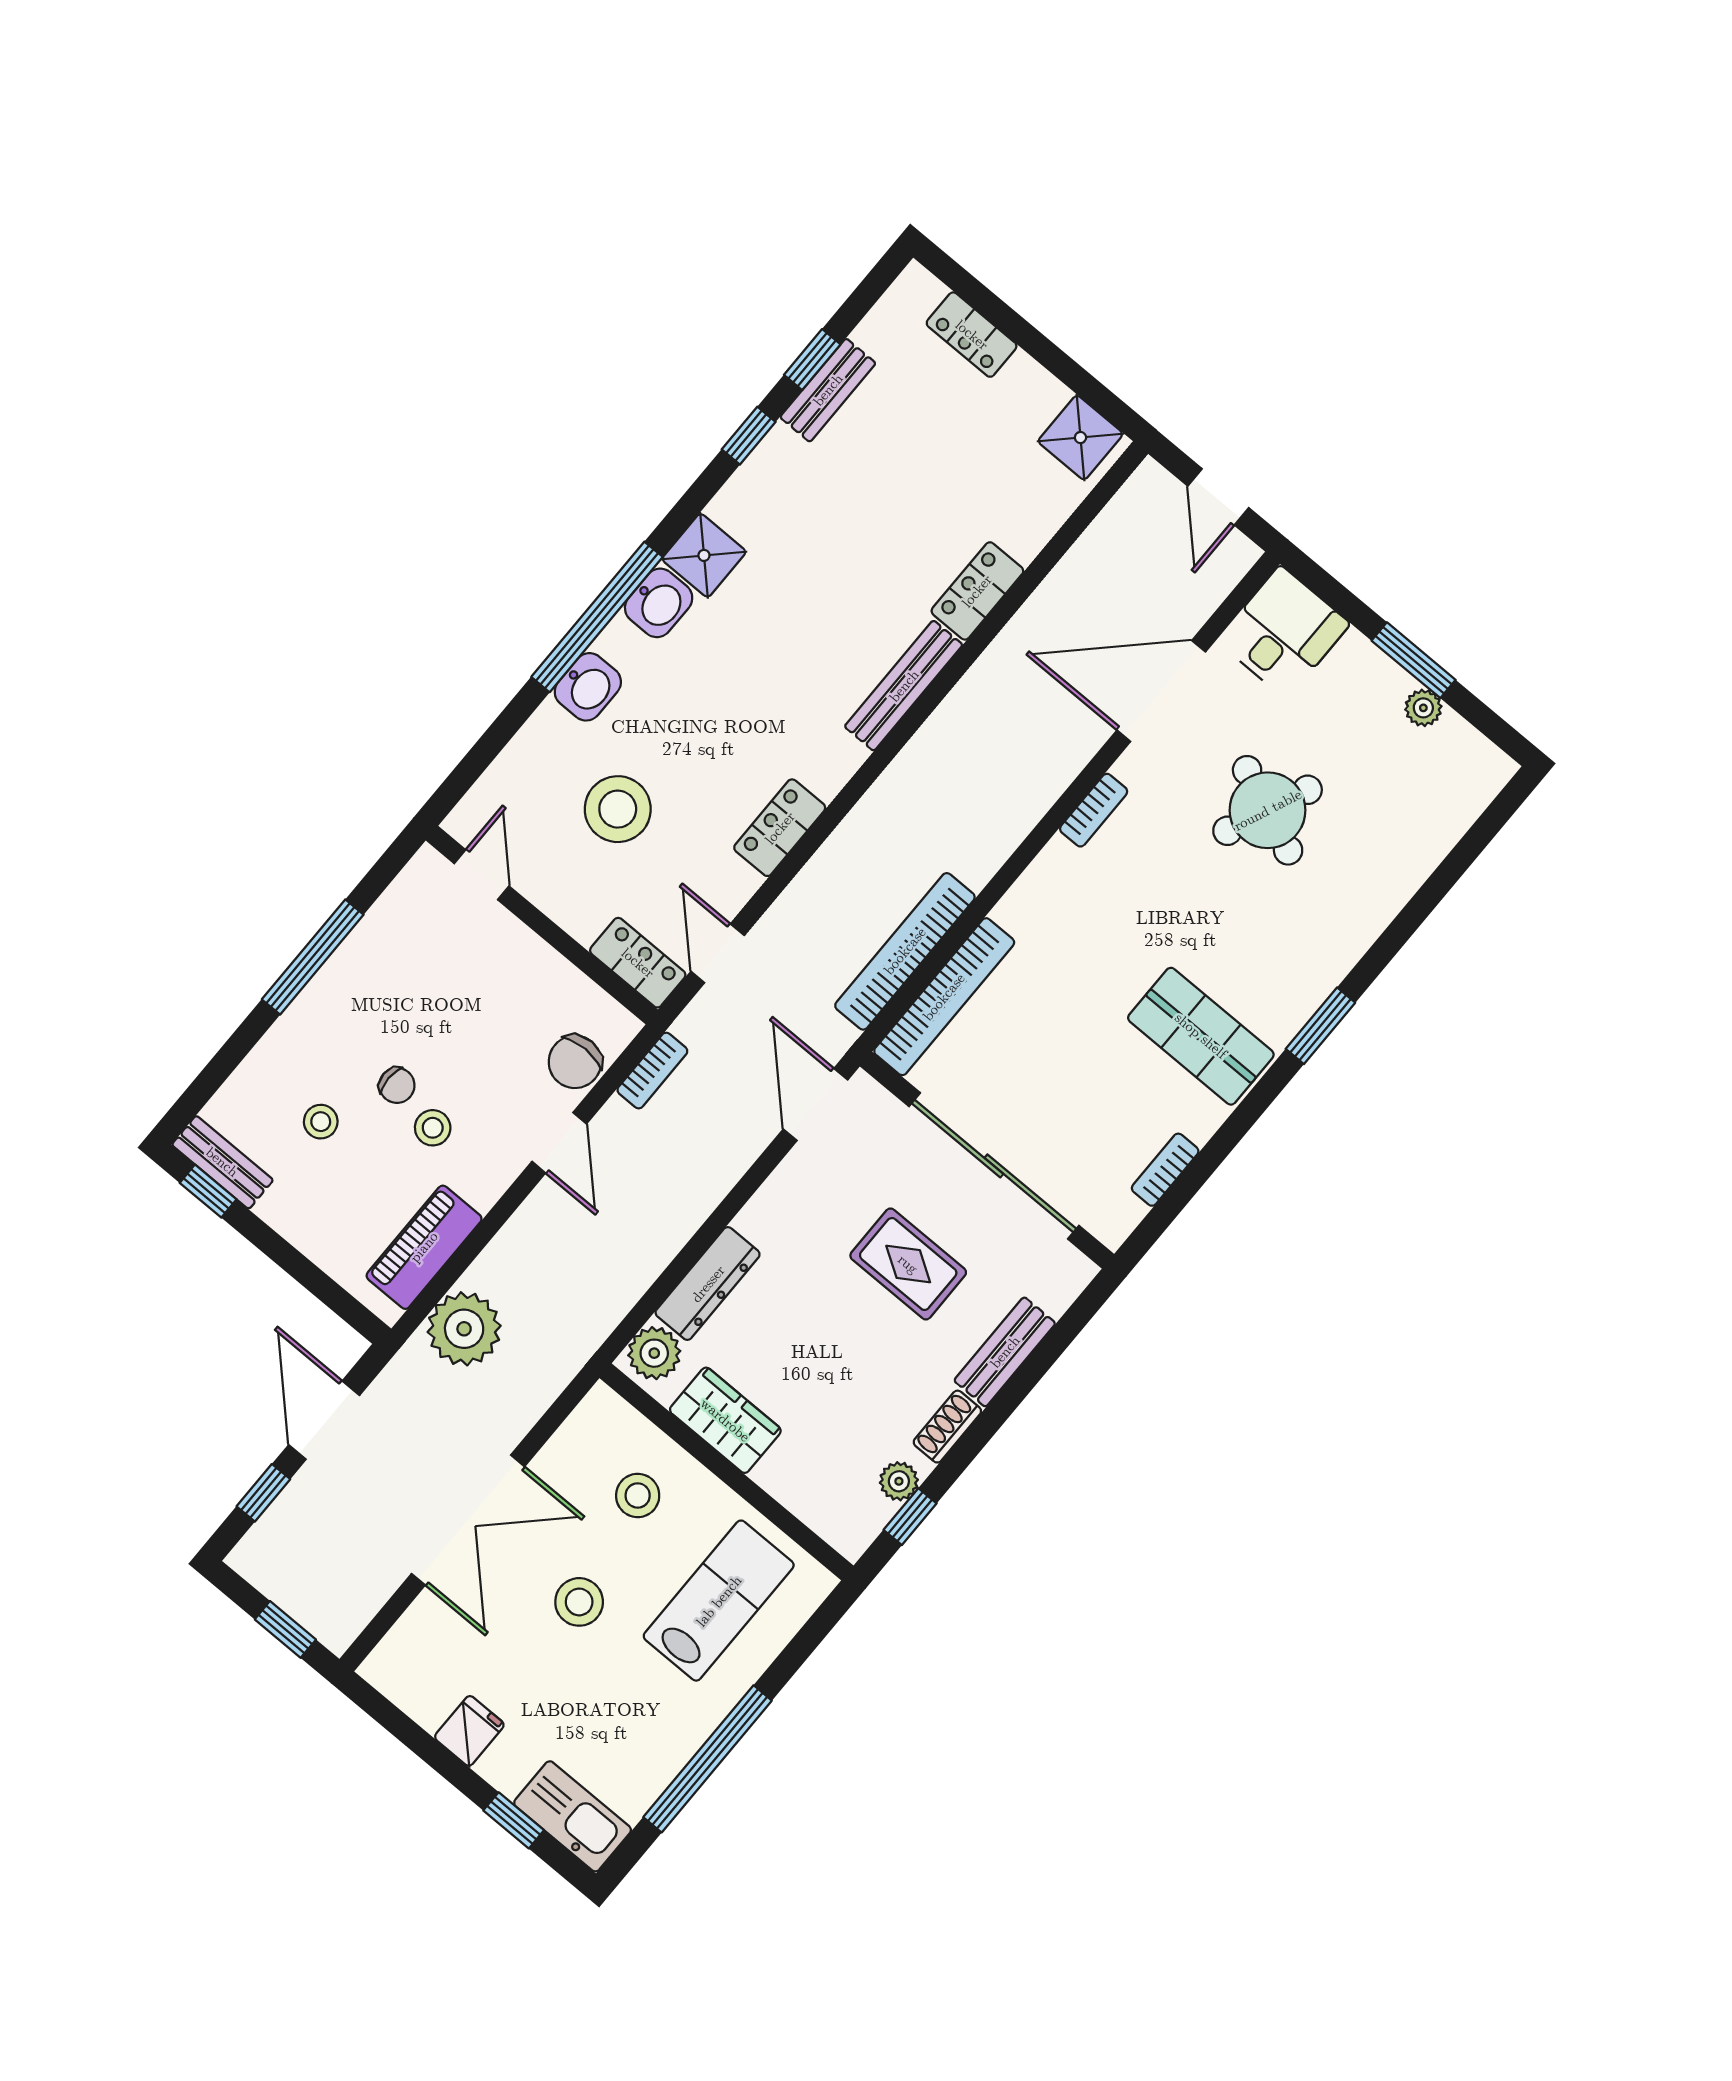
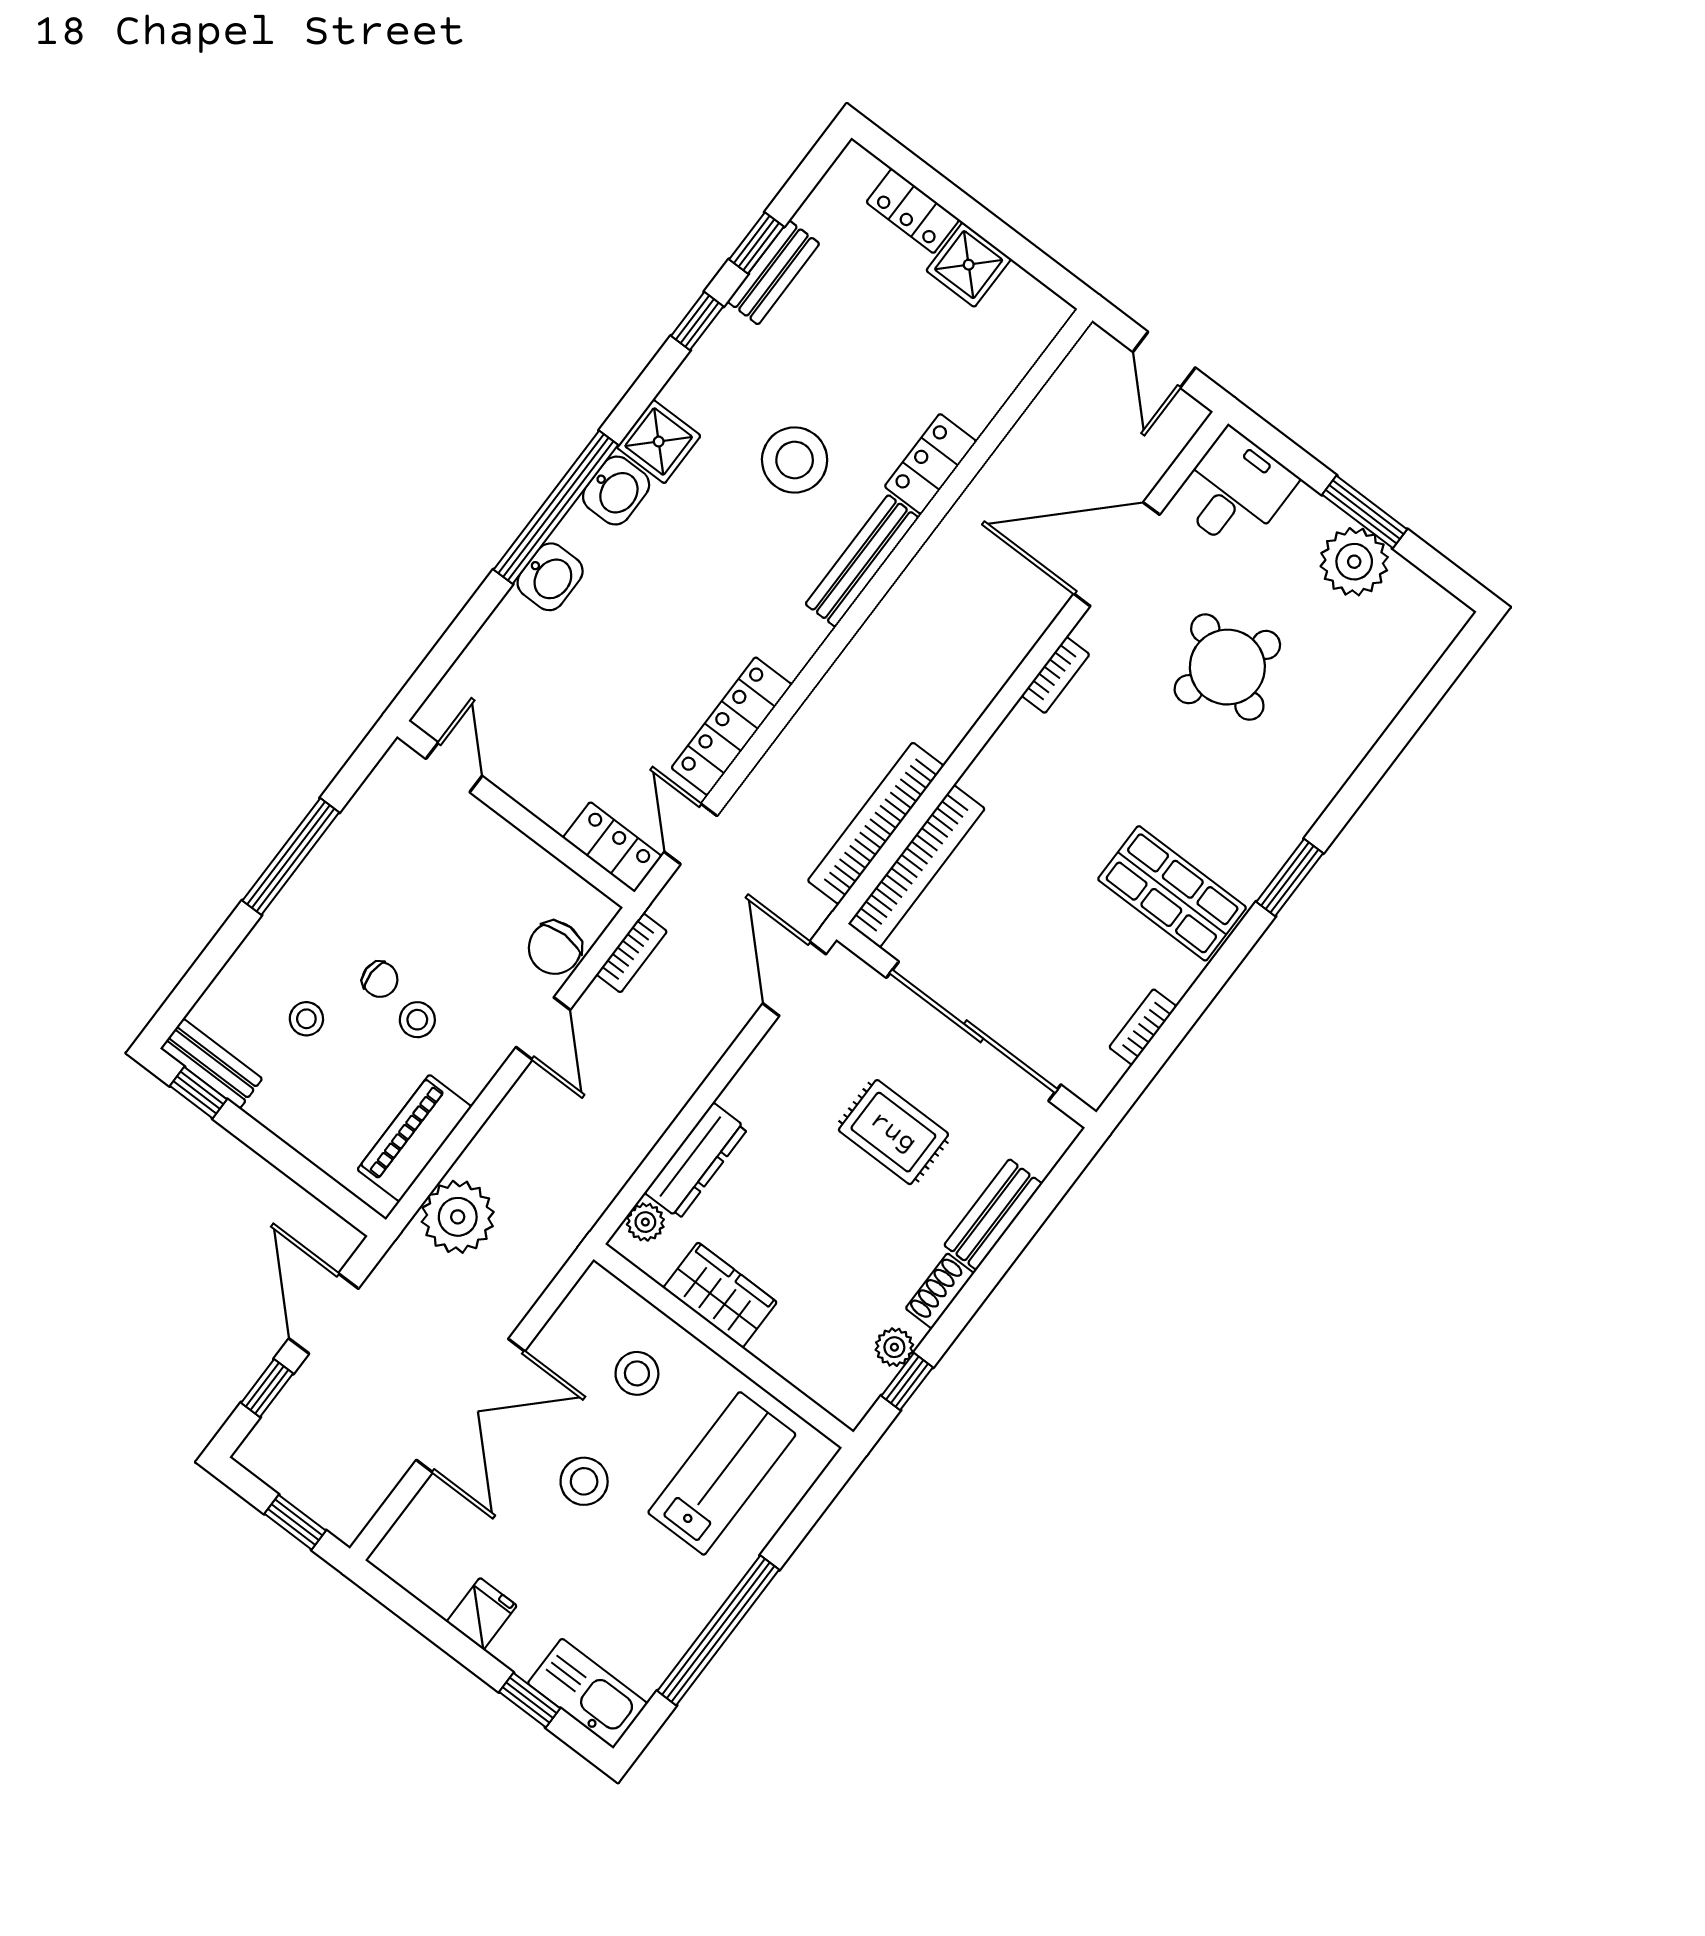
shower: (1080, 438) -> (969, 265), moved
plant: (1423, 708) -> (1354, 562), width x1.88, depth x1.88
stool: (618, 809) -> (795, 460), moved
locker: (780, 828) -> (732, 726), width x1.53
plant: (654, 1353) -> (645, 1222), width x0.73, depth x0.73

